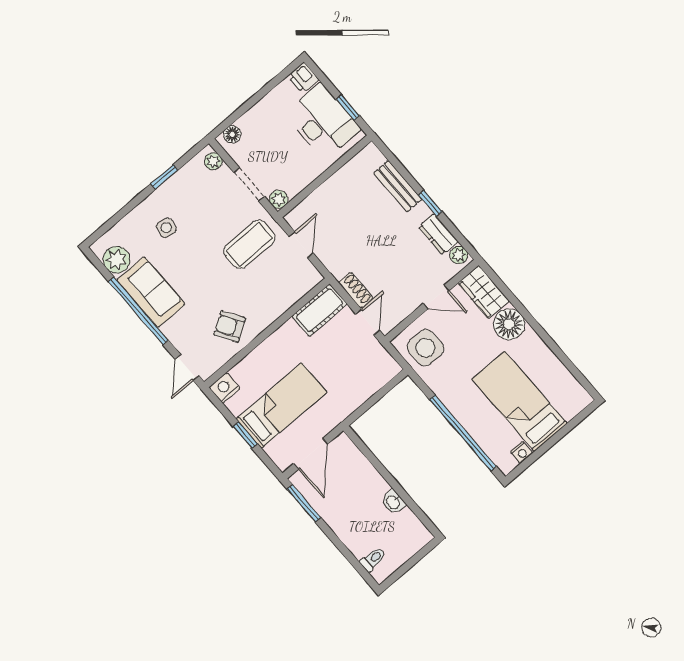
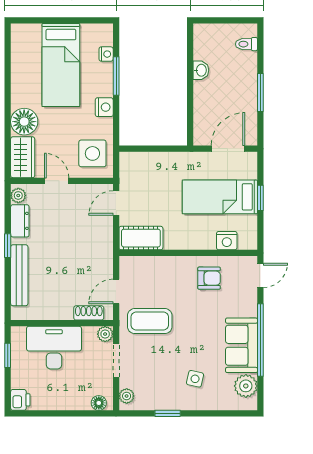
desk: (323, 121) -> (54, 348), moved, turned 90
bench: (398, 186) -> (19, 275), width x1.36
shoe rack: (356, 290) -> (89, 313), moved, turned 90
armchair: (230, 326) -> (209, 278), turned -58
nightstand: (225, 388) -> (227, 241), moved
nightstand: (450, 397) -> (104, 107), added
window: (463, 433) -> (116, 76), width x0.47
nightstand: (522, 453) -> (106, 54), moved, turned 90
window: (304, 503) -> (260, 93), moved

